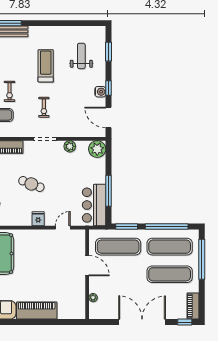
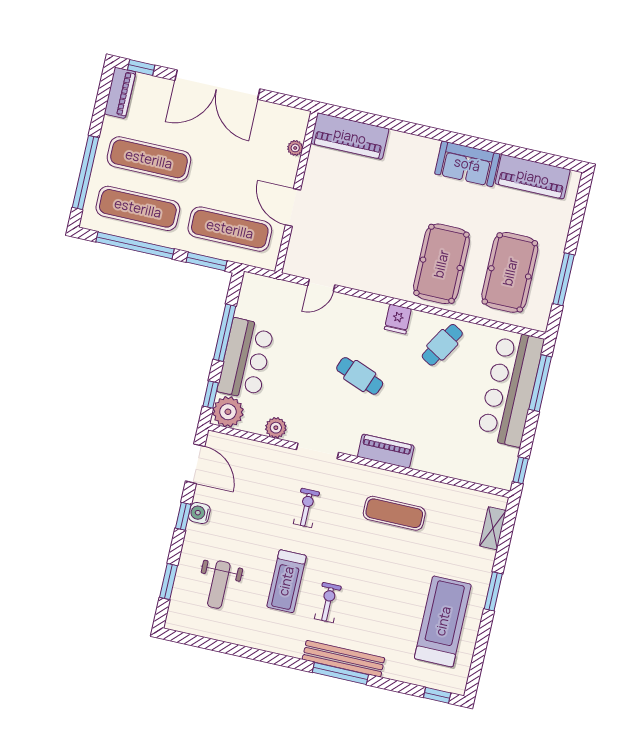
exercise bike: (9, 91) -> (328, 602), moved
window: (108, 156) -> (211, 395), added
bar counter: (94, 205) -> (246, 359), moved
fridge: (38, 219) -> (398, 319), moved
piano: (37, 310) -> (350, 136), moved

